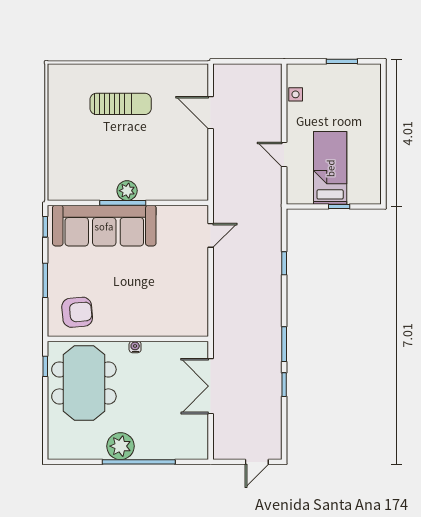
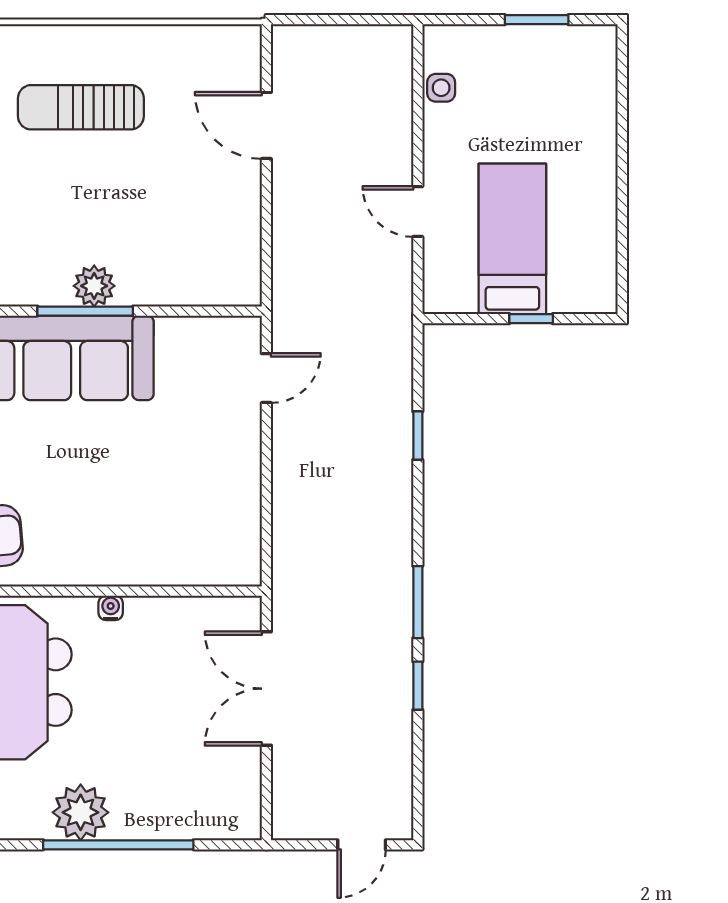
sun lounger: (121, 104) -> (81, 107), turned 180

